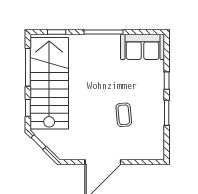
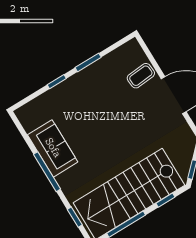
sofa: (142, 47) -> (53, 148), moved
coffee table: (124, 115) -> (141, 76), moved

